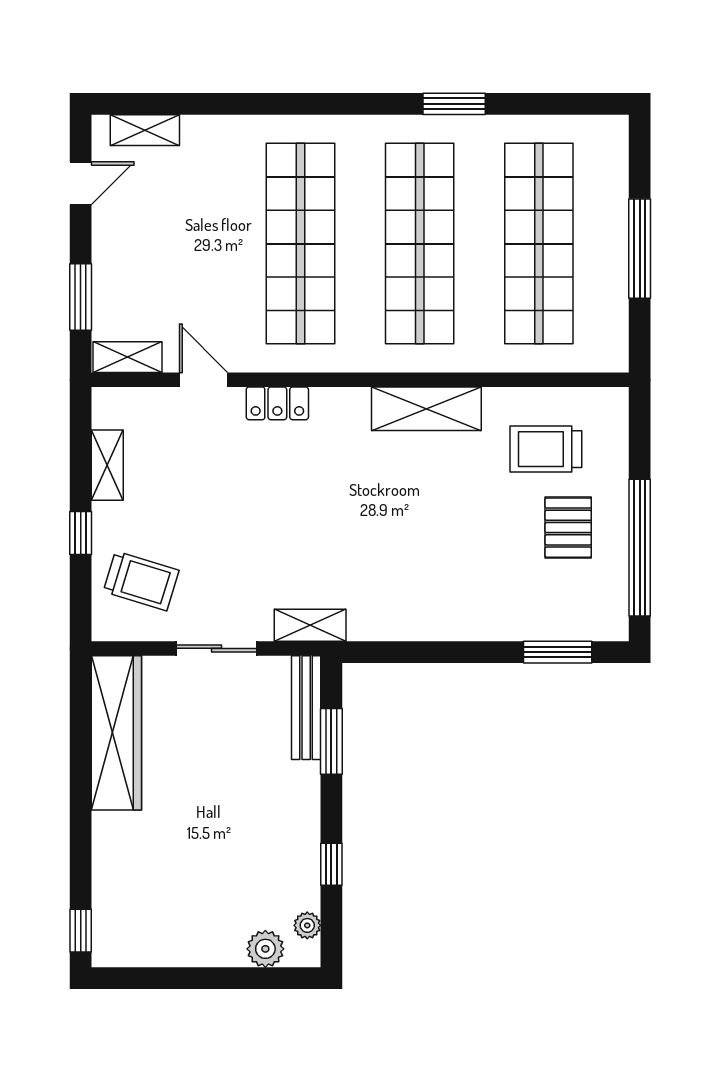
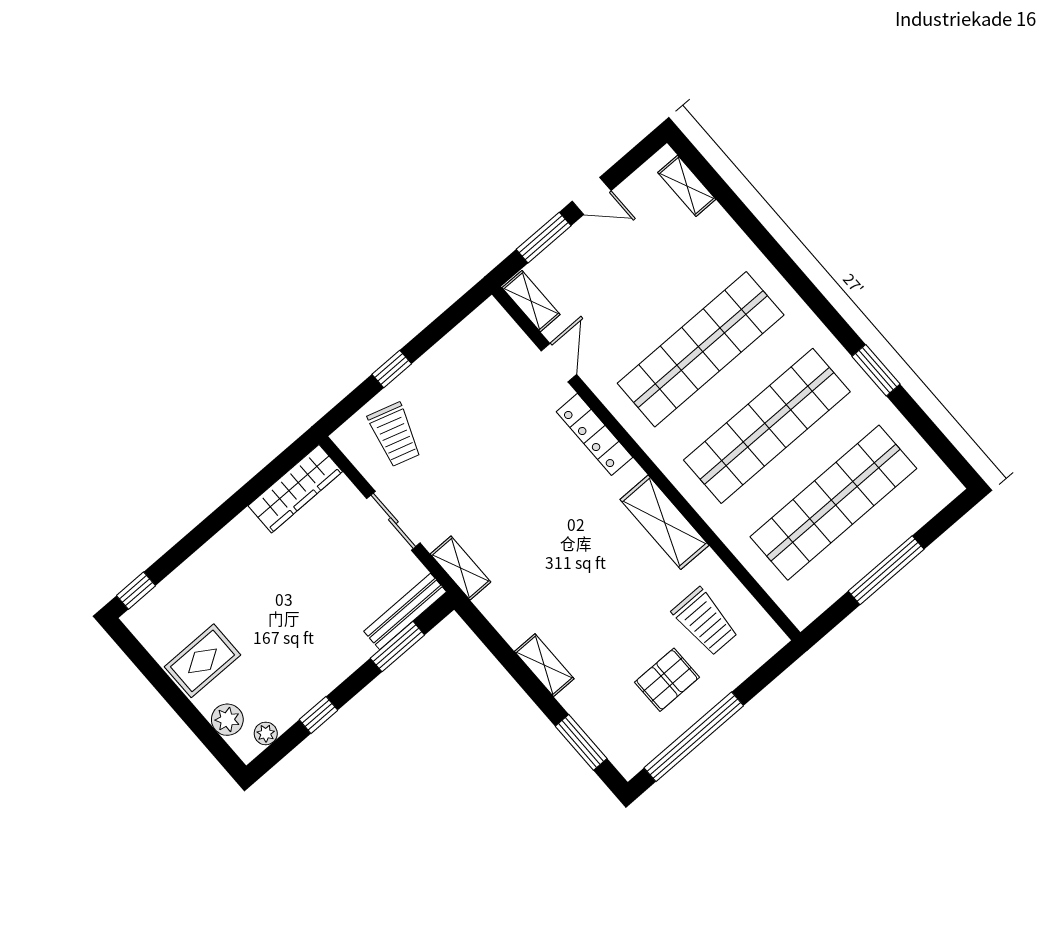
door: (81, 183) -> (592, 196), moved
locker: (277, 403) -> (594, 434), width x1.53
trolley: (546, 449) -> (705, 622), turned 180
shelving: (107, 465) -> (544, 665), moved, turned 90
wardrobe: (116, 733) -> (295, 489), width x0.71, depth x0.85
rug: (194, 926) -> (203, 661), added

